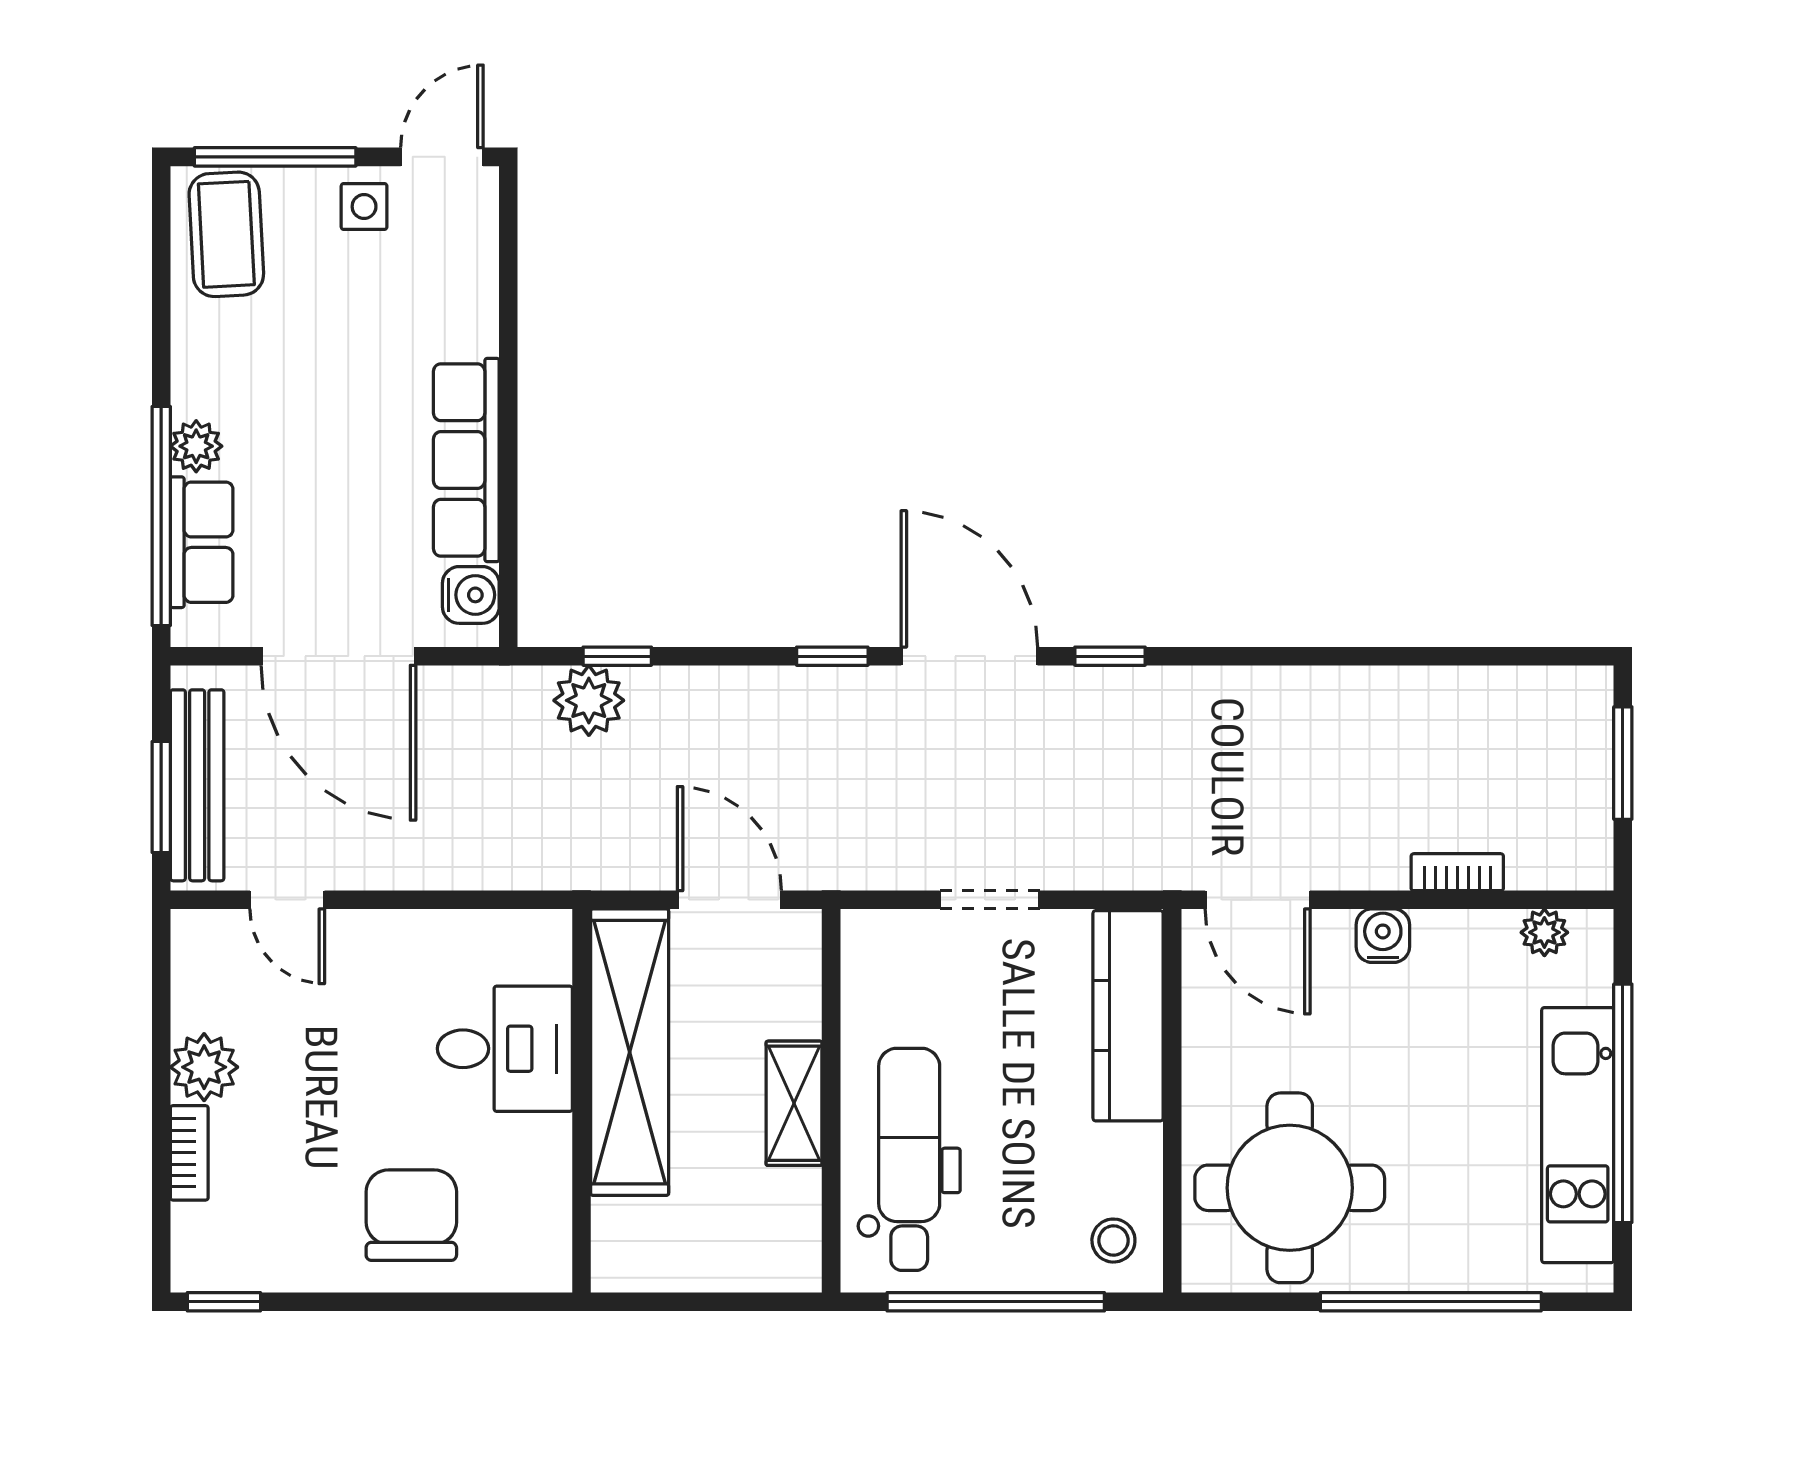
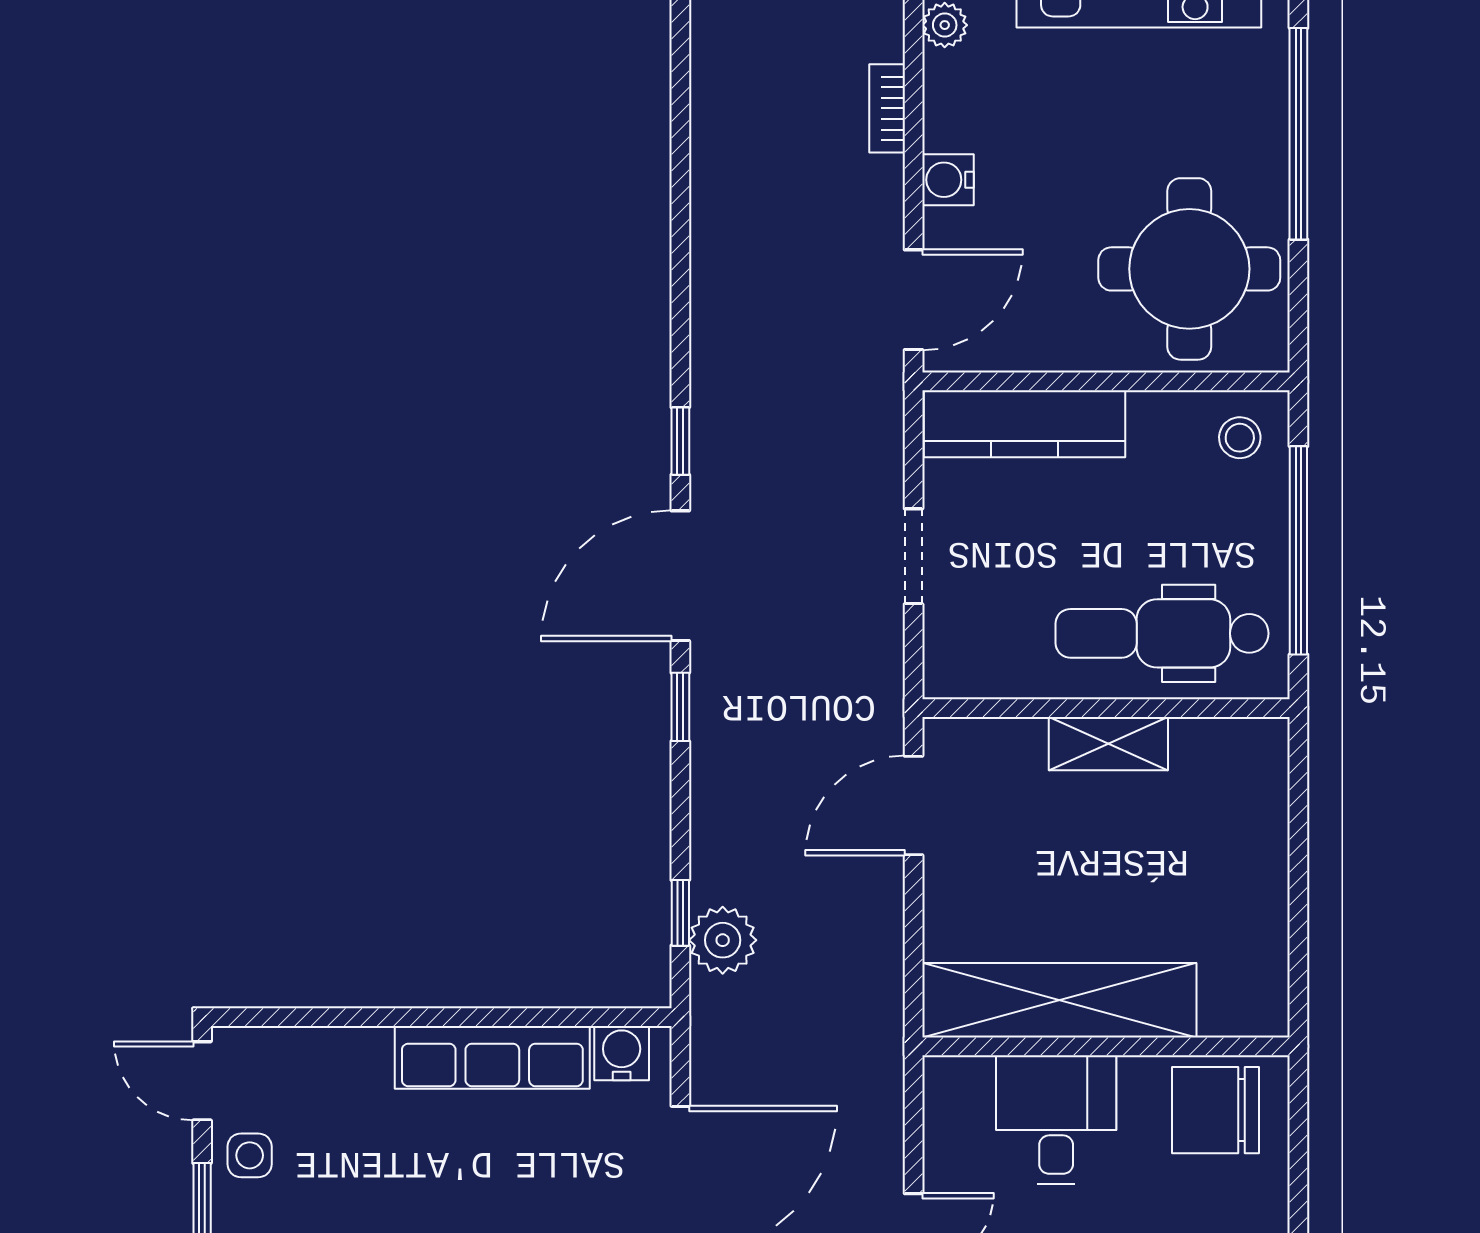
desk: (505, 1049) -> (1056, 1120), moved
shelving: (630, 1052) -> (1059, 1000), moved
wall: (581, 1101) -> (1106, 1046), moved

